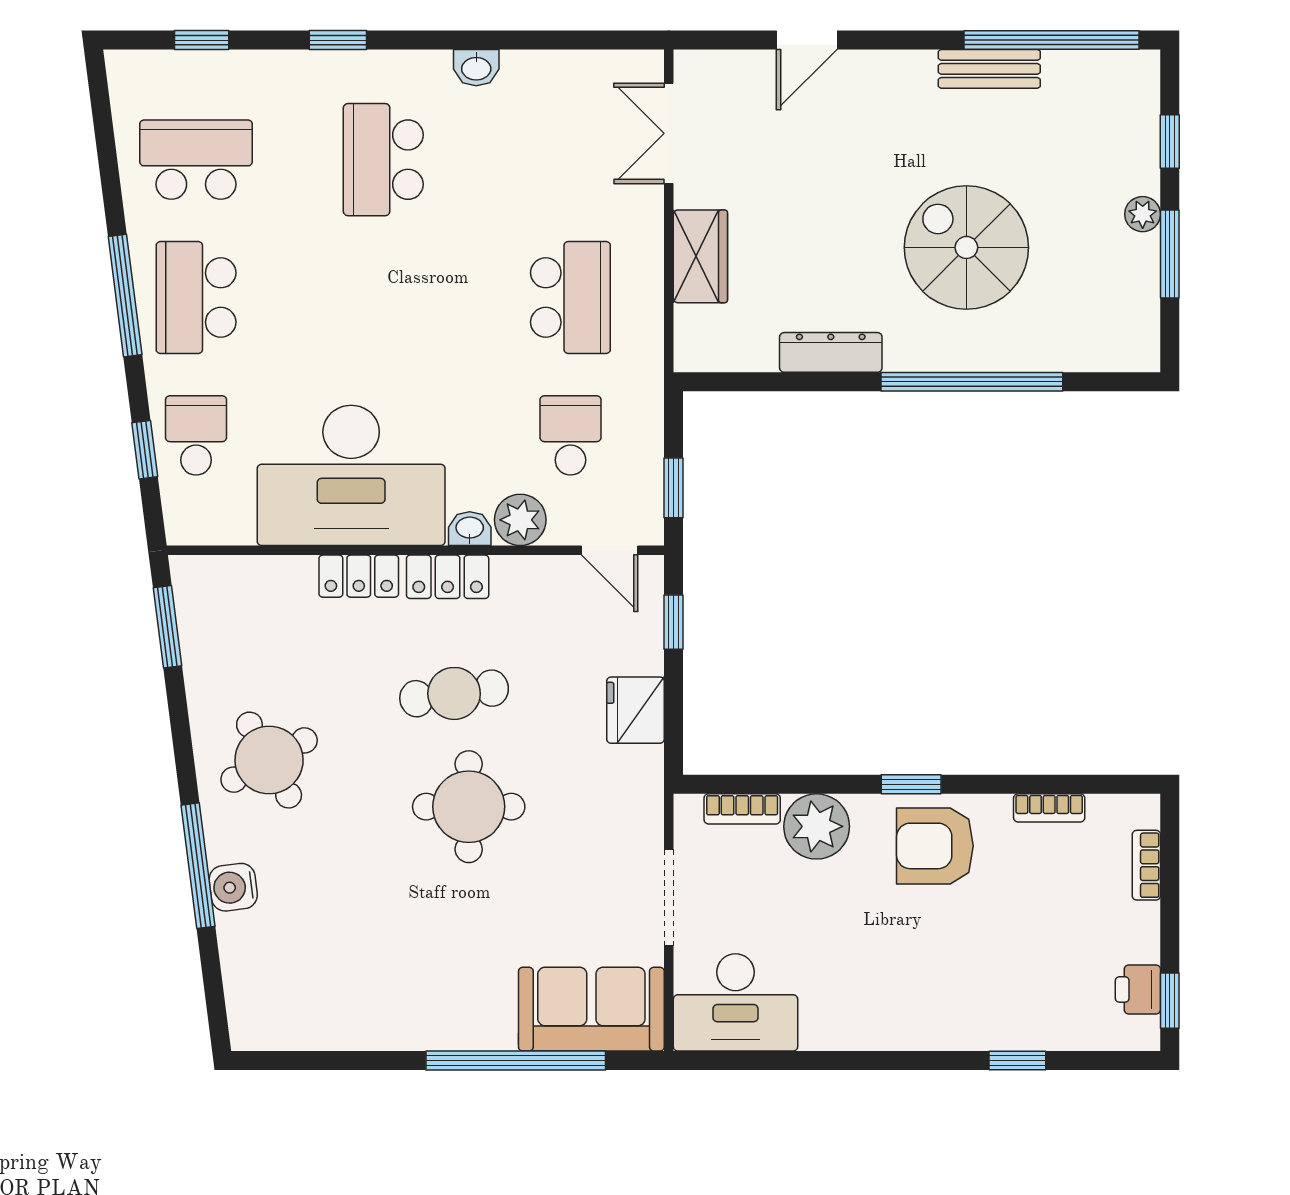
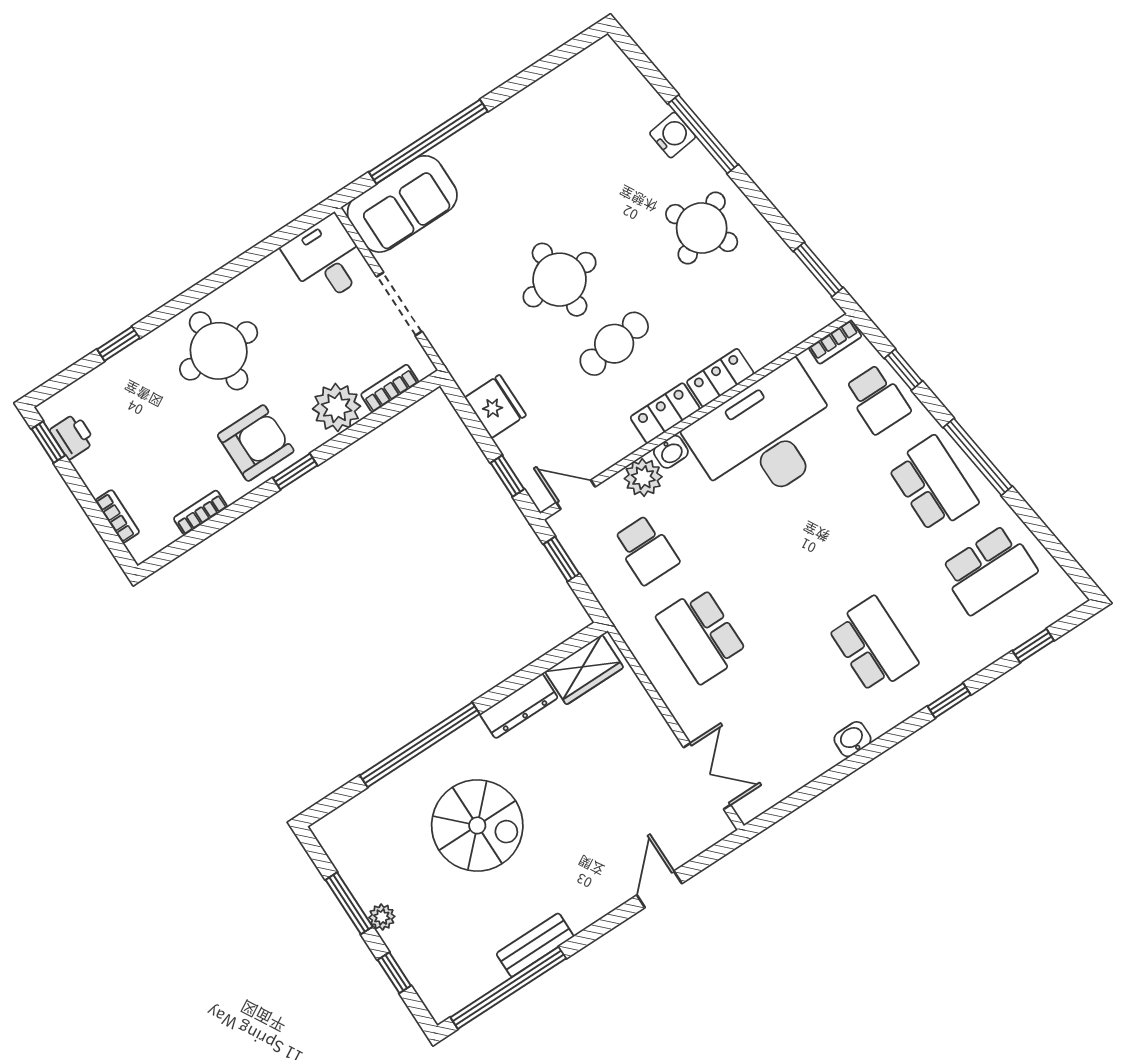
wardrobe: (700, 256) -> (584, 670), moved, turned -90
bookcase: (202, 532) -> (835, 342), added
round table: (909, 978) -> (219, 351), added
desk: (735, 1002) -> (326, 259), width x0.73

